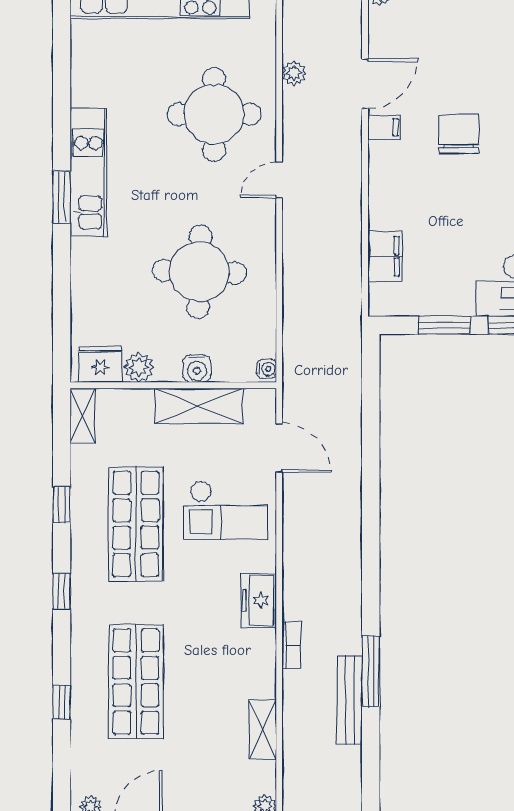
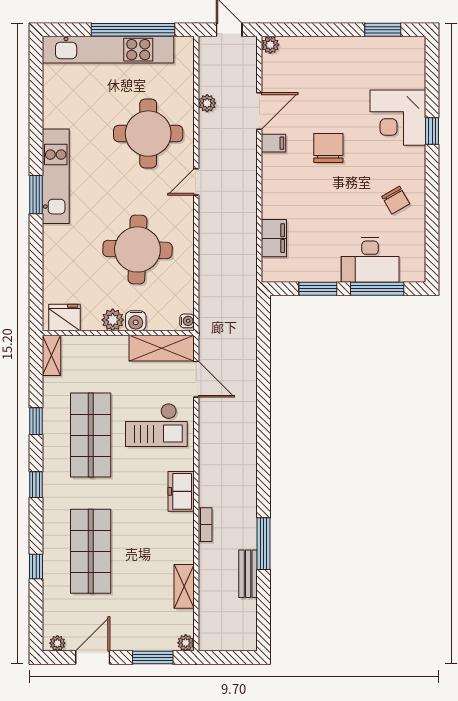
plant: (139, 367) -> (113, 320), moved
shelving: (199, 406) -> (162, 348), moved
bench: (350, 701) -> (248, 574), width x0.73

